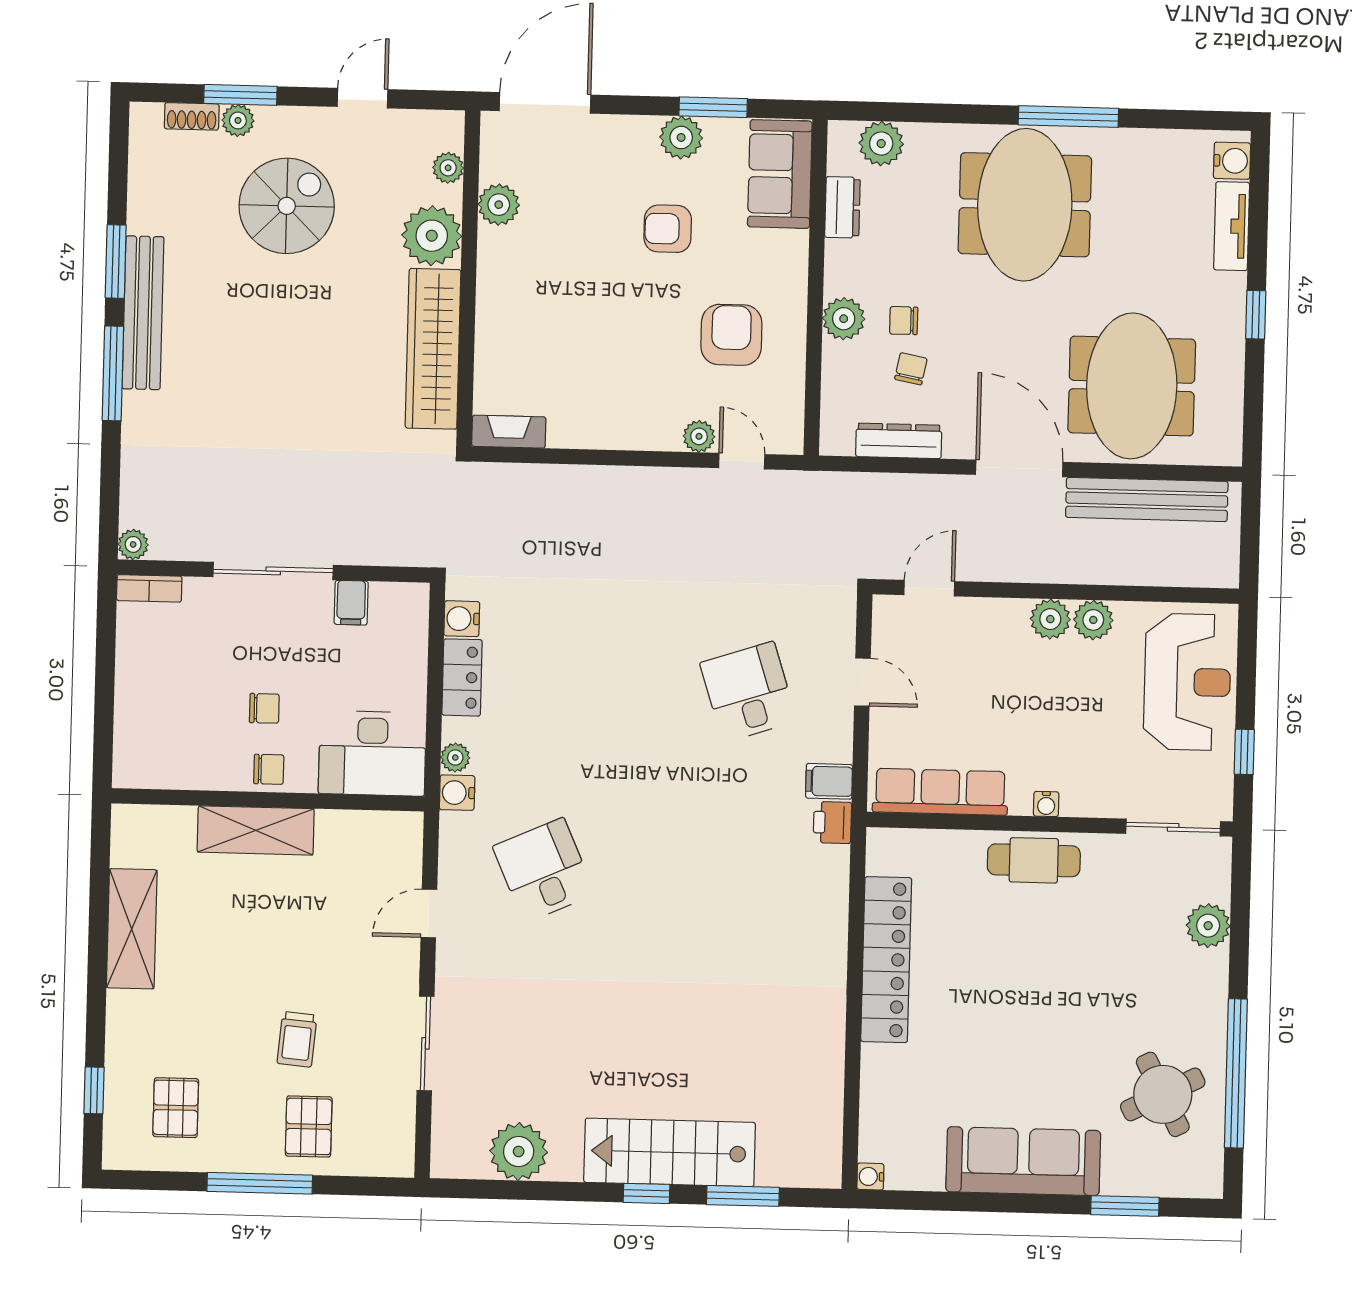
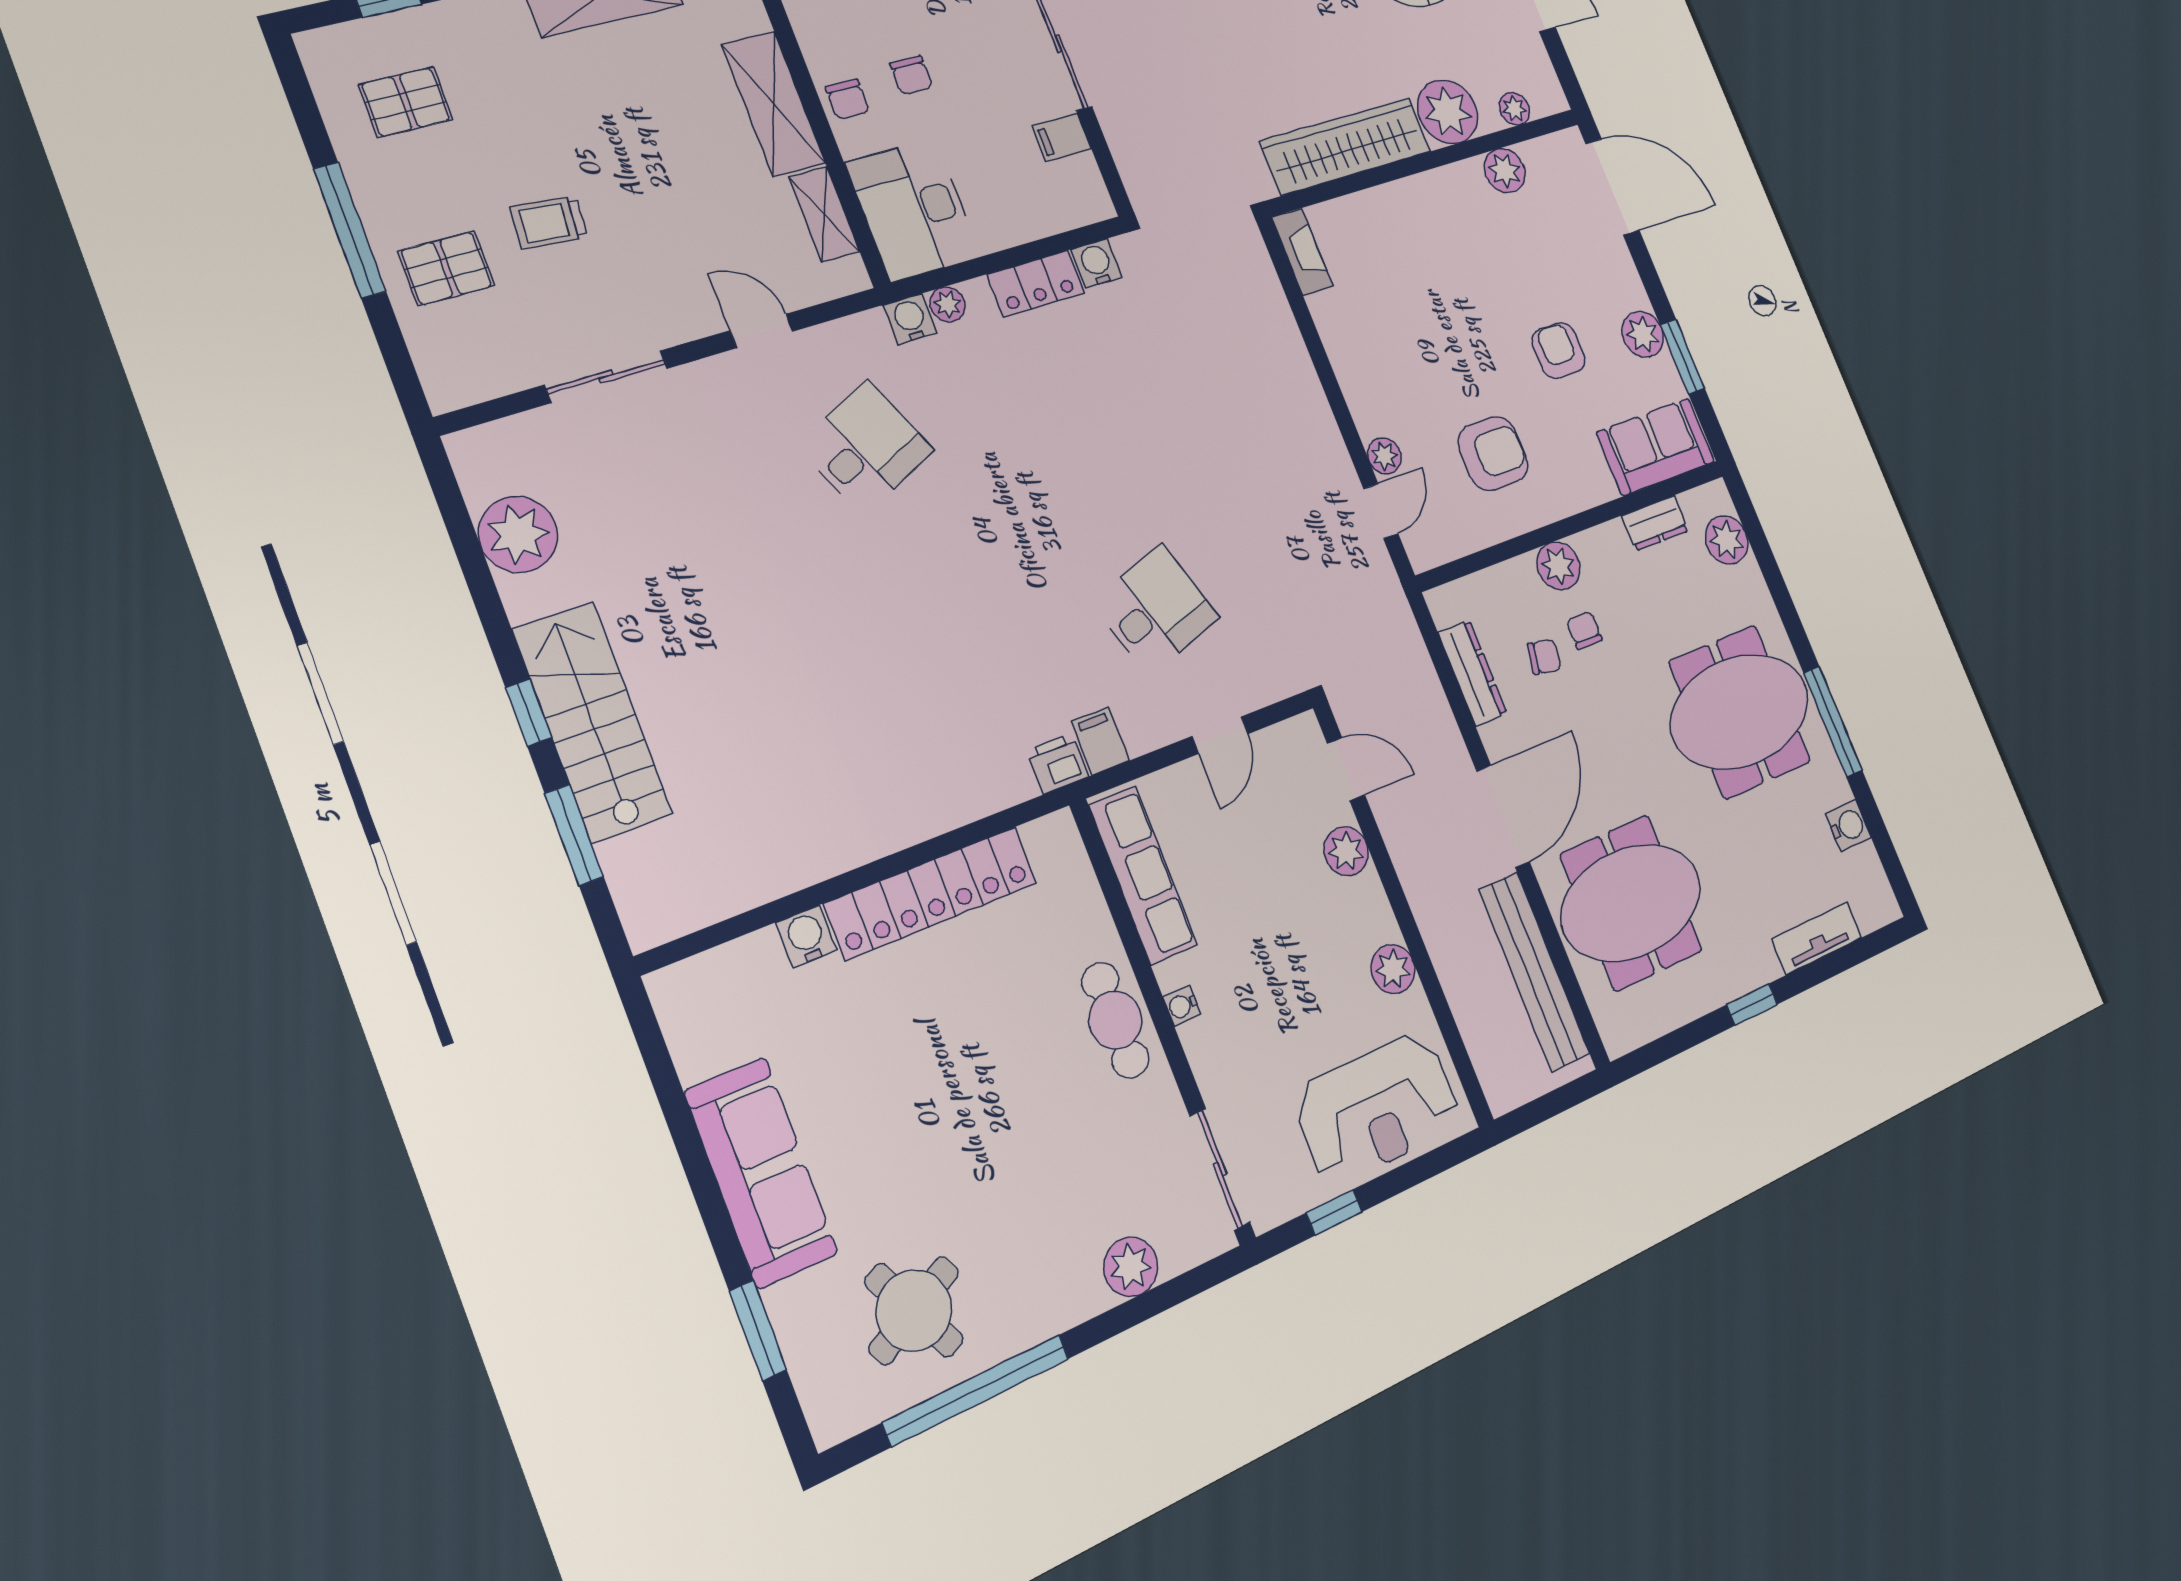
water cooler: (1232, 161) -> (1848, 826), moved, turned -90
plant: (1050, 619) -> (1346, 851), moved
shelving: (354, 827) -> (824, 214), added
water cooler: (870, 1176) -> (806, 936), moved, width x1.38, depth x1.38

